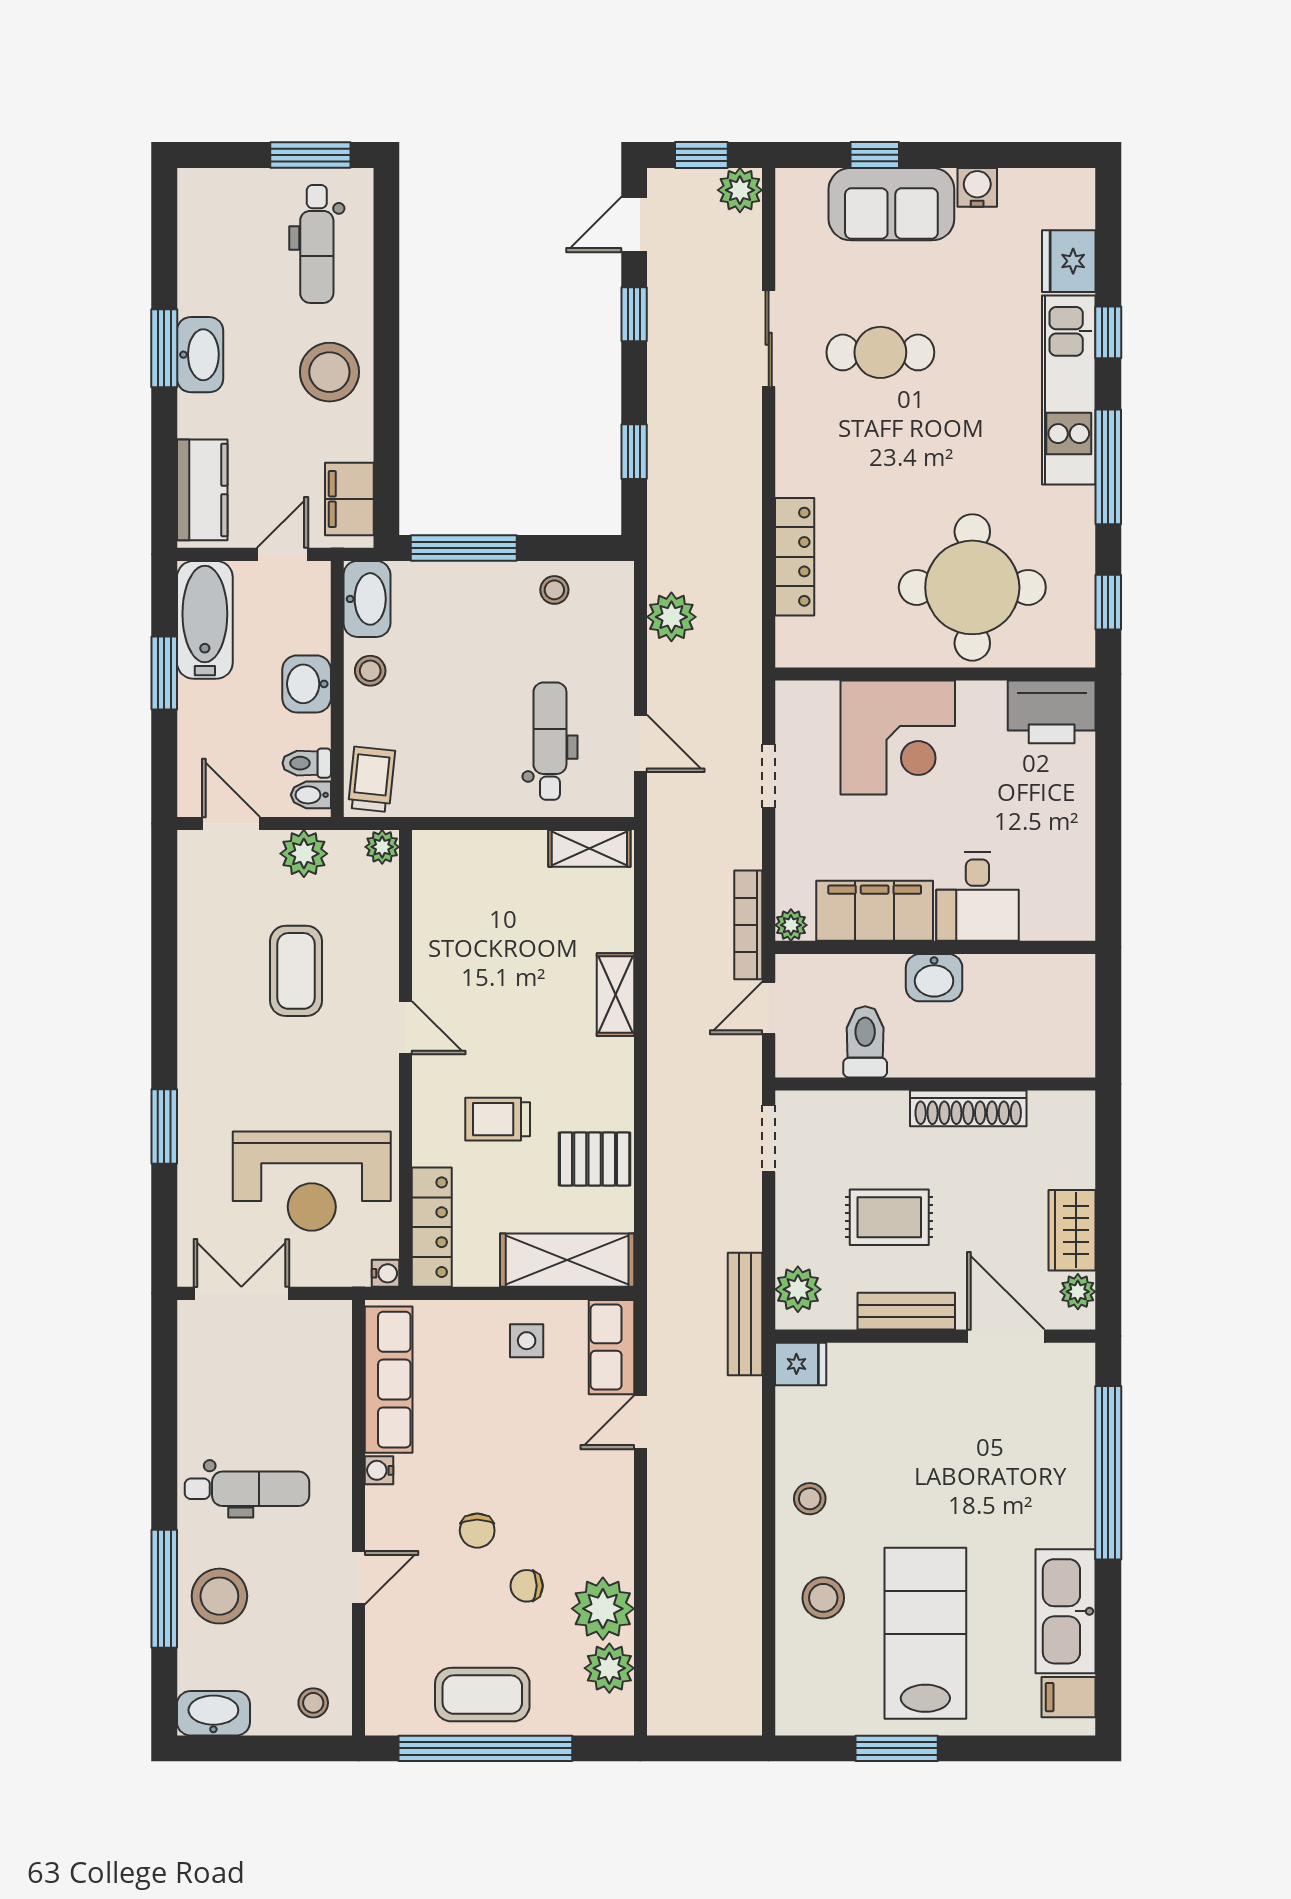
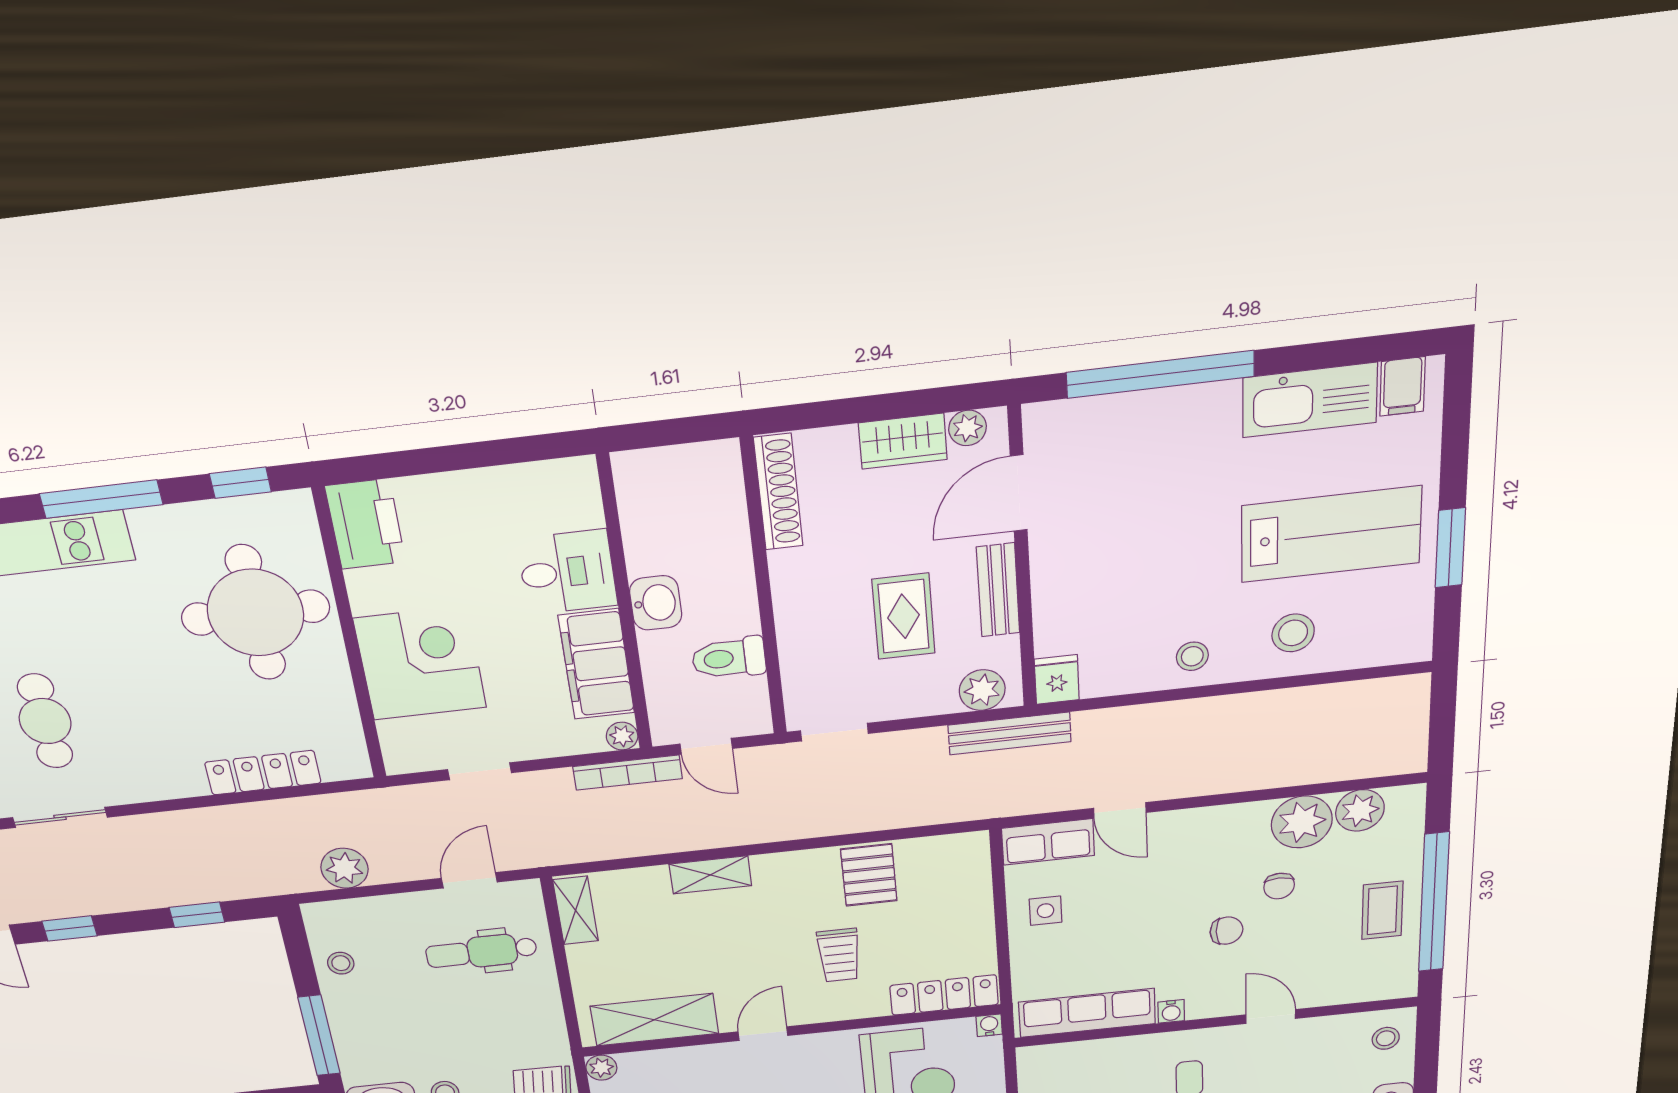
shoe rack: (968, 1108) -> (778, 492), moved
shelving: (567, 1260) -> (654, 1020), moved, turned 90
lab bench: (925, 1633) -> (1331, 534), turned 180
coffee table: (482, 1695) -> (1382, 910), width x0.73, depth x0.77

